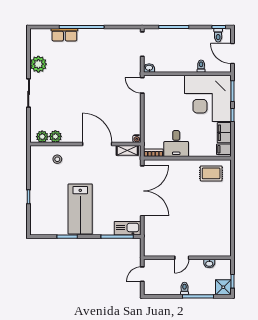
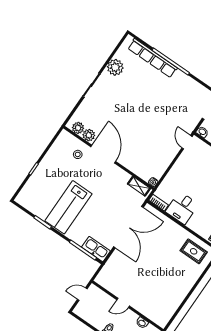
row of seats: (64, 35) -> (153, 58), width x2.02
door: (97, 144) -> (103, 154), moved

